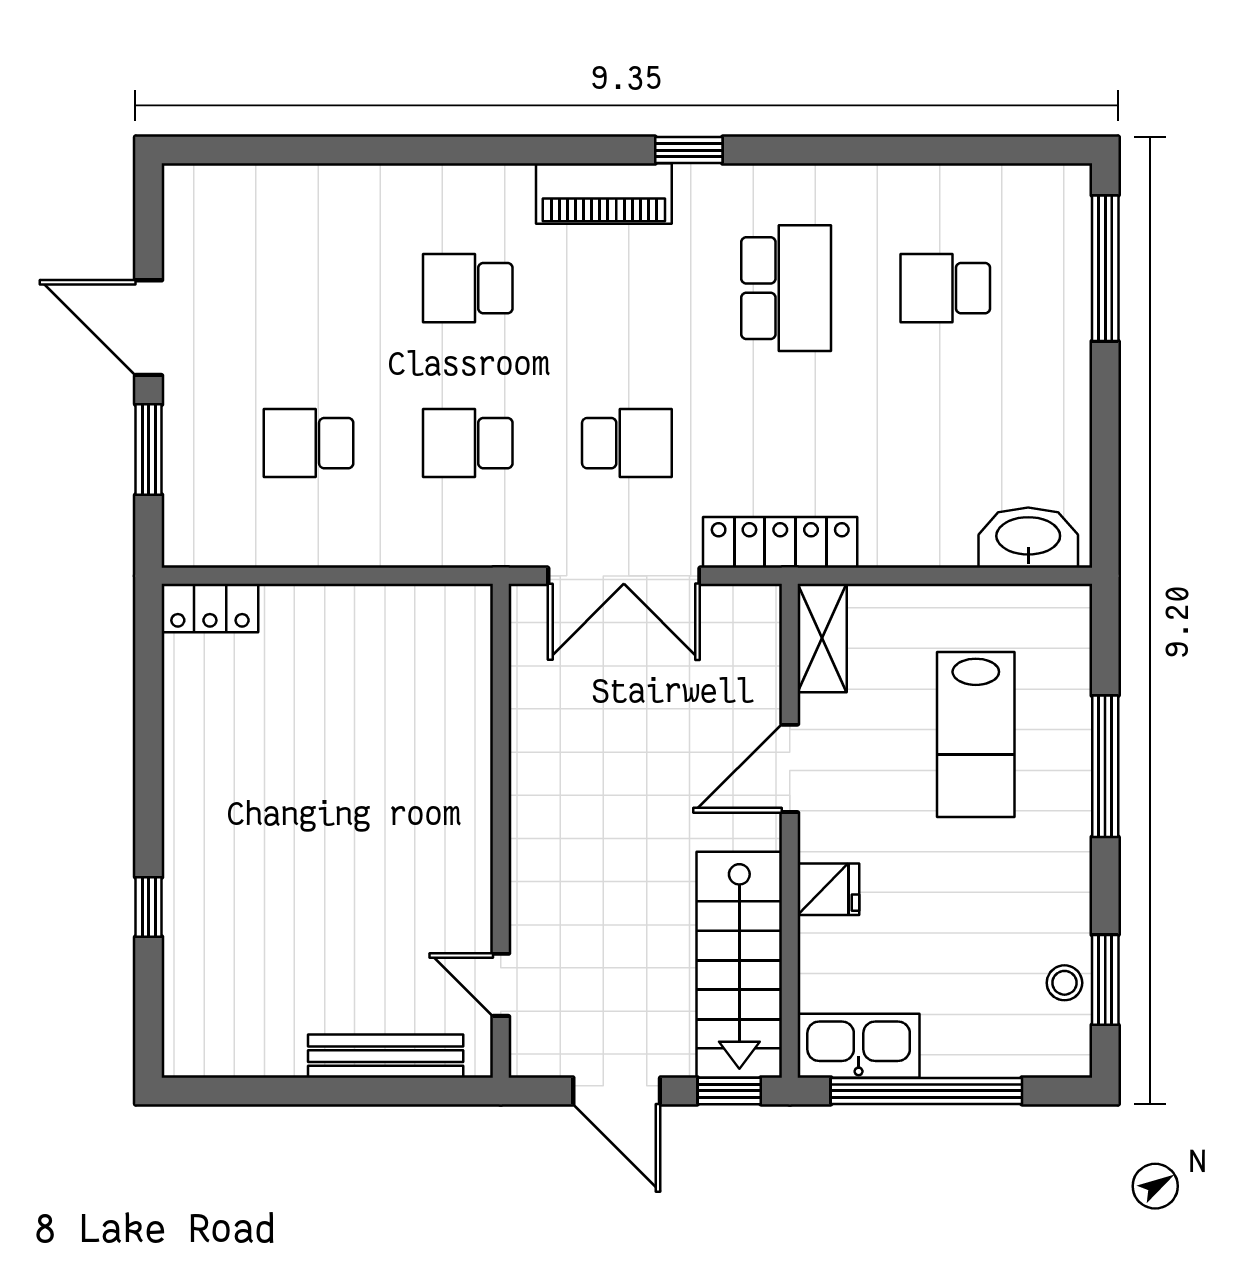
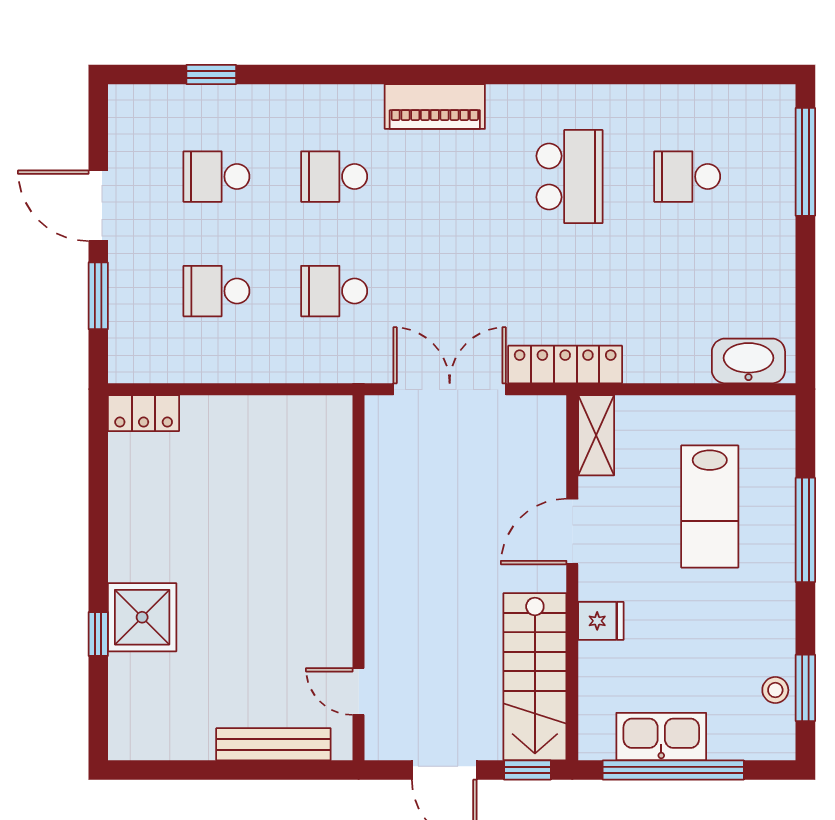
window: (689, 150) -> (211, 74), moved
school desk: (627, 443) -> (216, 177), moved, turned 180
double door: (624, 576) -> (450, 389), swing flipped
shower: (208, 884) -> (142, 617), added
kitchen sink: (859, 1046) -> (661, 737), moved

